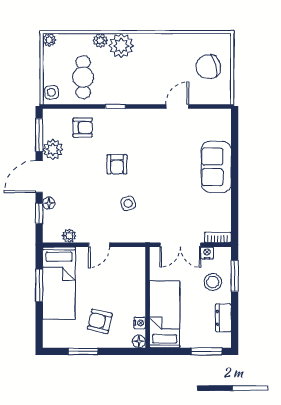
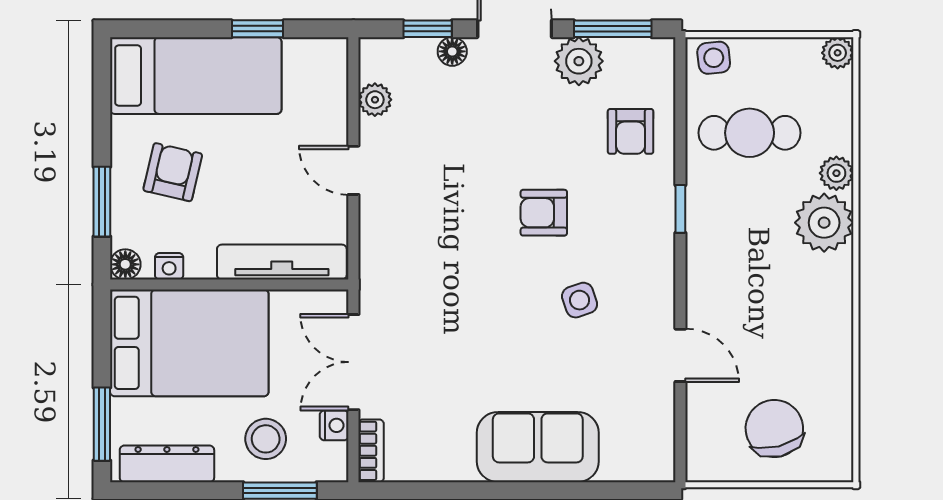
side table: (128, 203) -> (580, 300), moved
tv unit: (138, 275) -> (282, 262), added
bed: (59, 283) -> (196, 76), moved, turned 180
window: (39, 285) -> (257, 29), width x0.67
bed: (165, 314) -> (189, 343), width x1.50
dresser: (223, 318) -> (167, 464), width x1.44
window: (83, 351) -> (102, 202), moved

